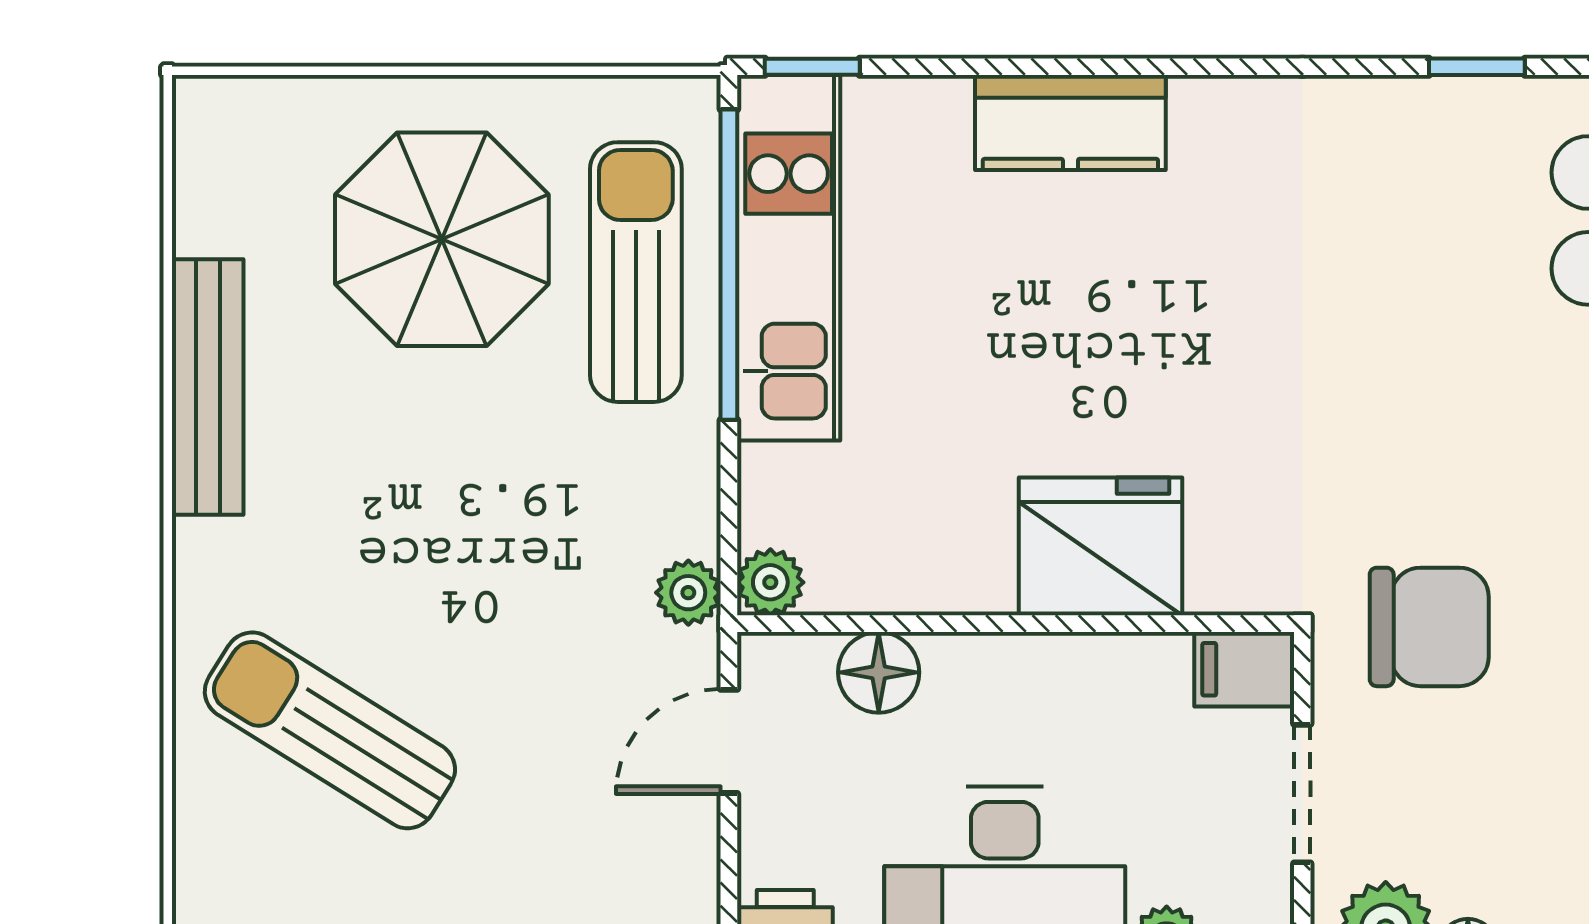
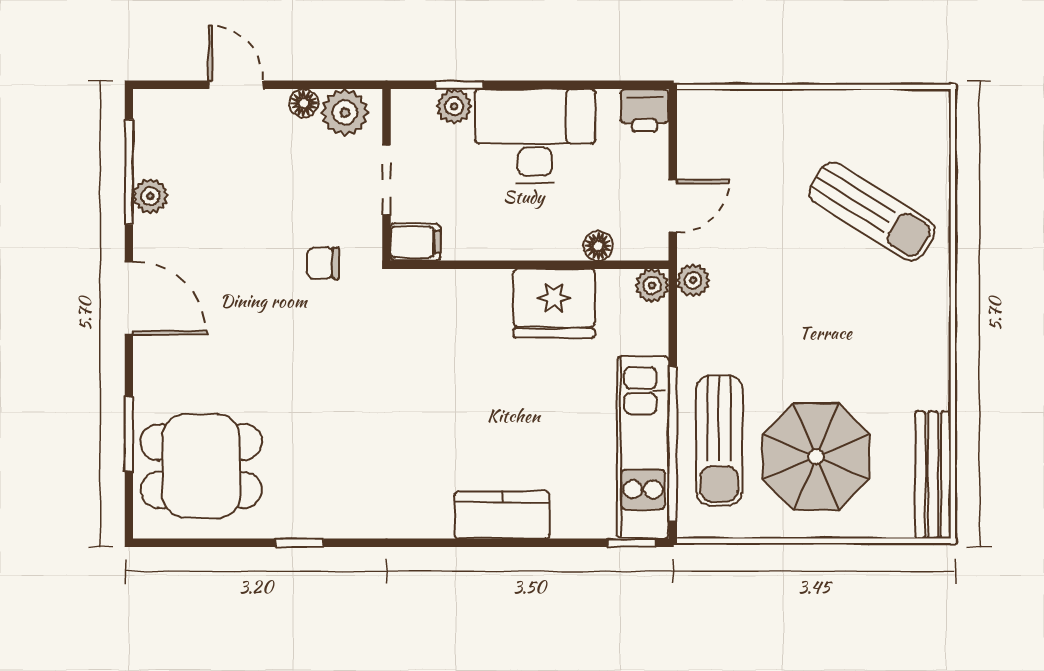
bench: (208, 387) -> (933, 475), moved
fridge: (1101, 546) -> (554, 303), moved
chair: (1429, 627) -> (323, 263), width x0.54, depth x0.54
floor lamp: (879, 672) -> (598, 246), width x0.73, depth x0.73

